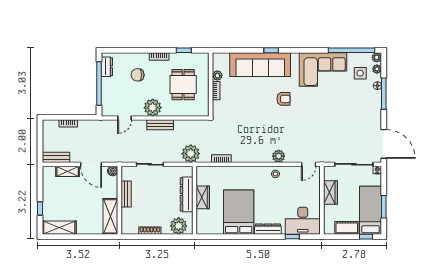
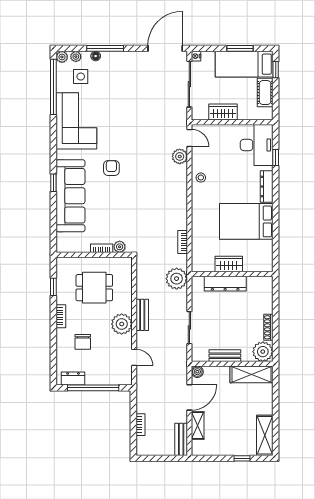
plant: (217, 76) -> (120, 247), moved
plant: (279, 156) -> (180, 156), moved
plant: (179, 226) -> (263, 352), moved

